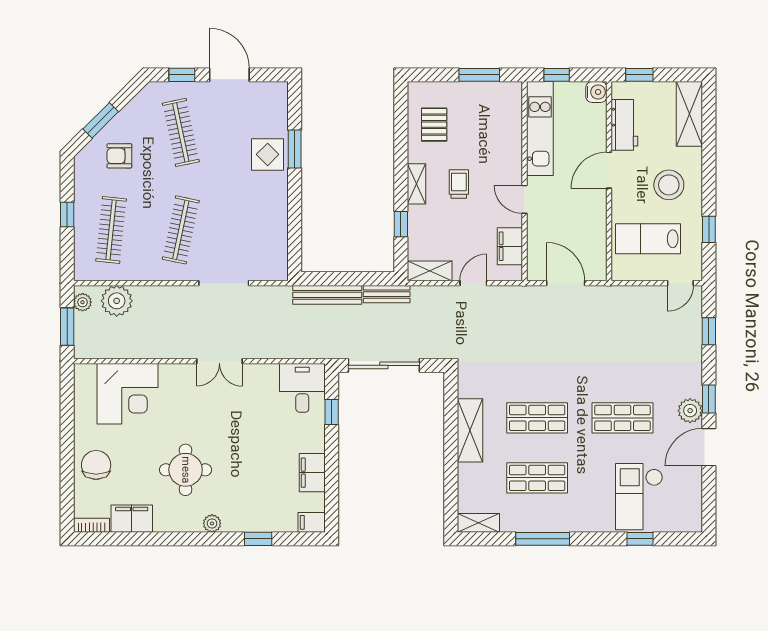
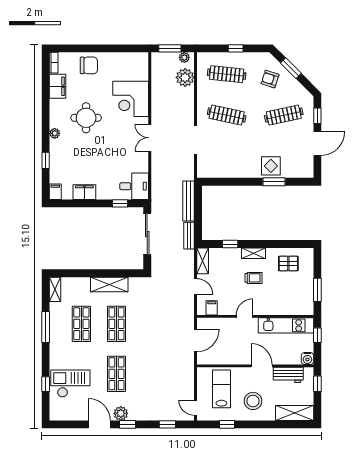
armchair: (119, 156) -> (270, 79), turned -72
filing cabinet: (510, 246) -> (212, 308), width x0.50
corner desk: (128, 394) -> (131, 99), moved

